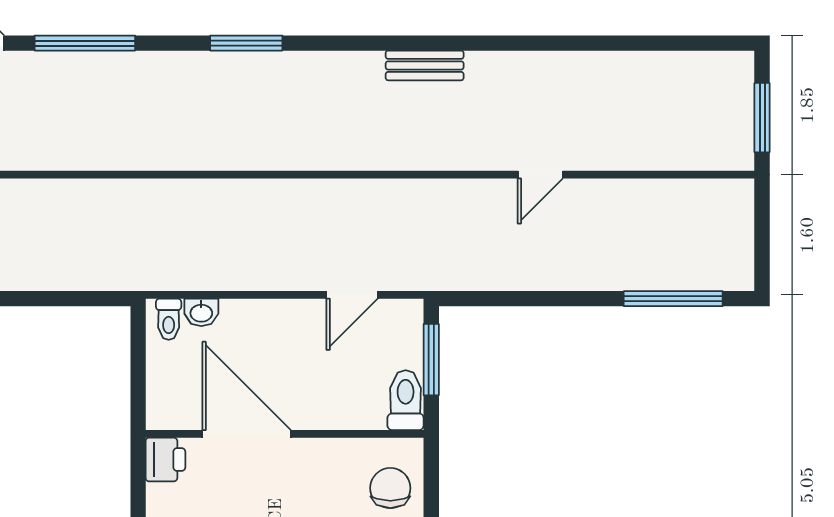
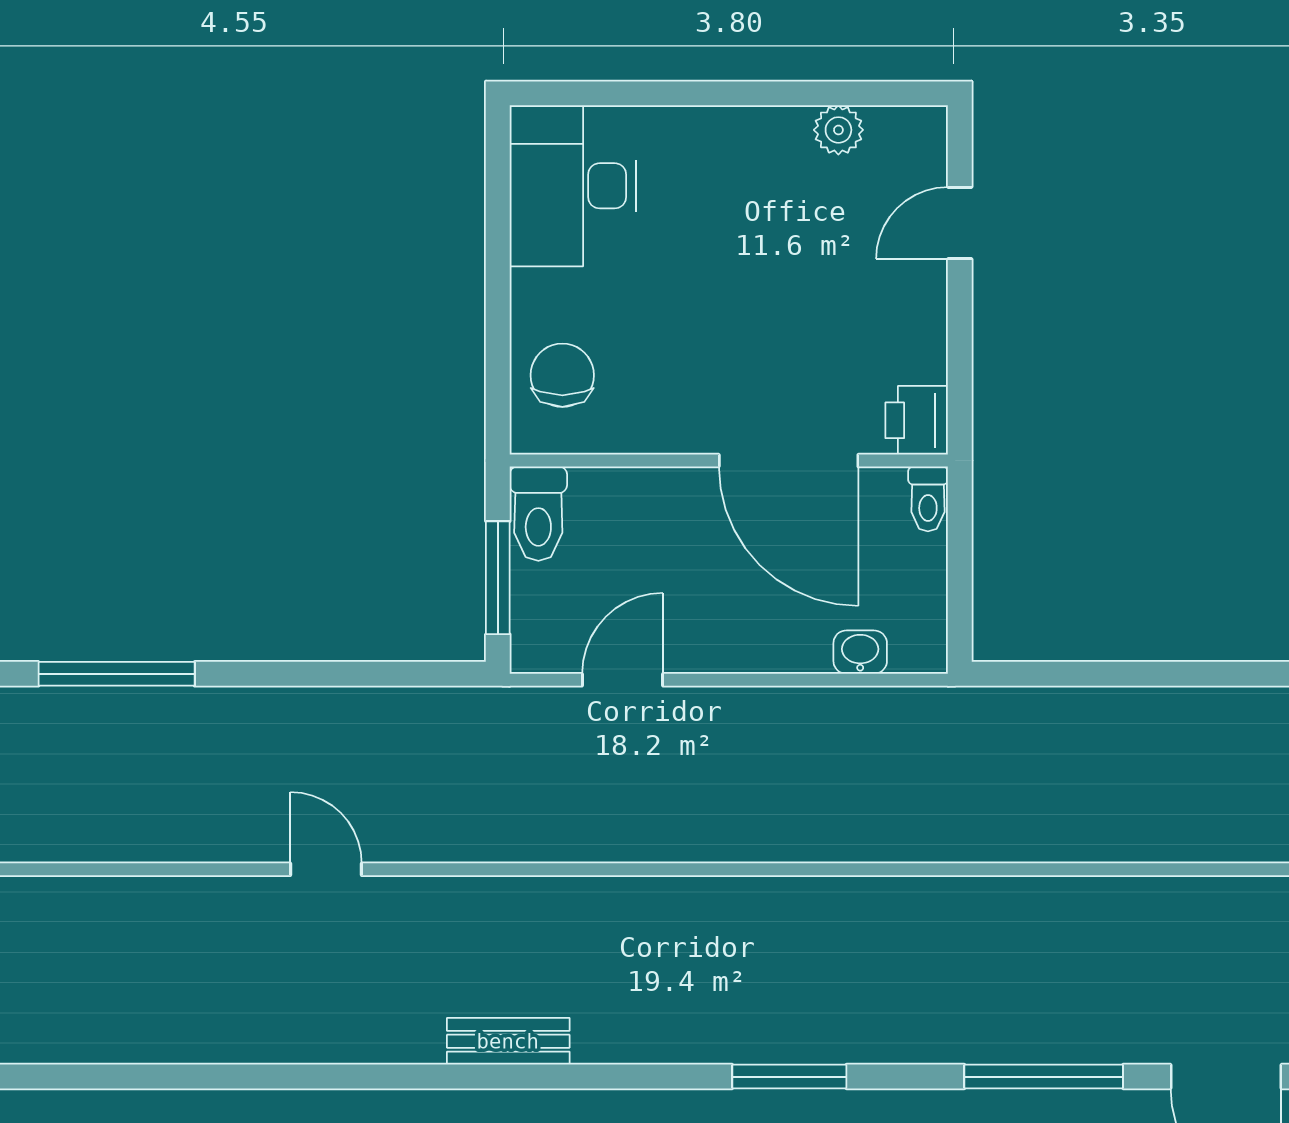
door: (540, 175) -> (326, 869), hinge flipped
toilet: (169, 319) -> (928, 499), moved, turned 180
chair: (390, 488) -> (562, 375), turned 180

